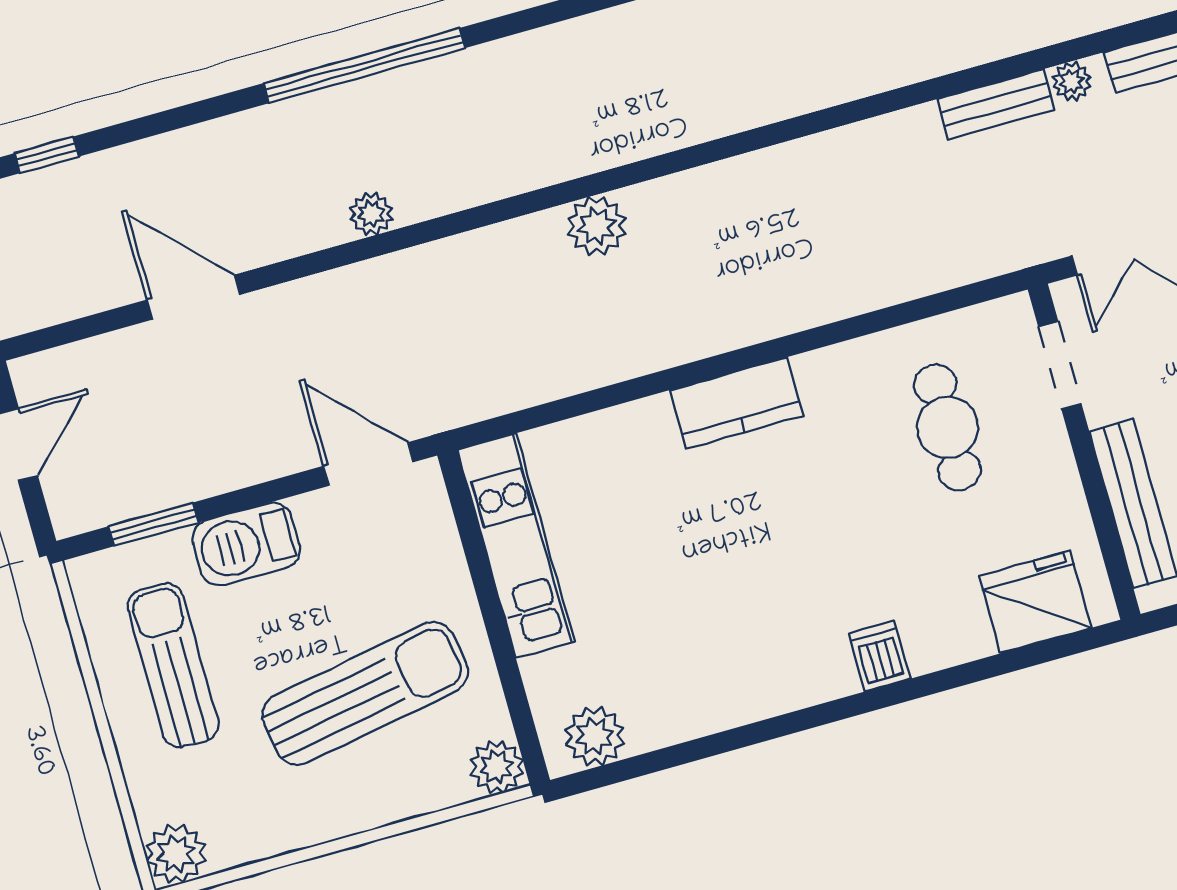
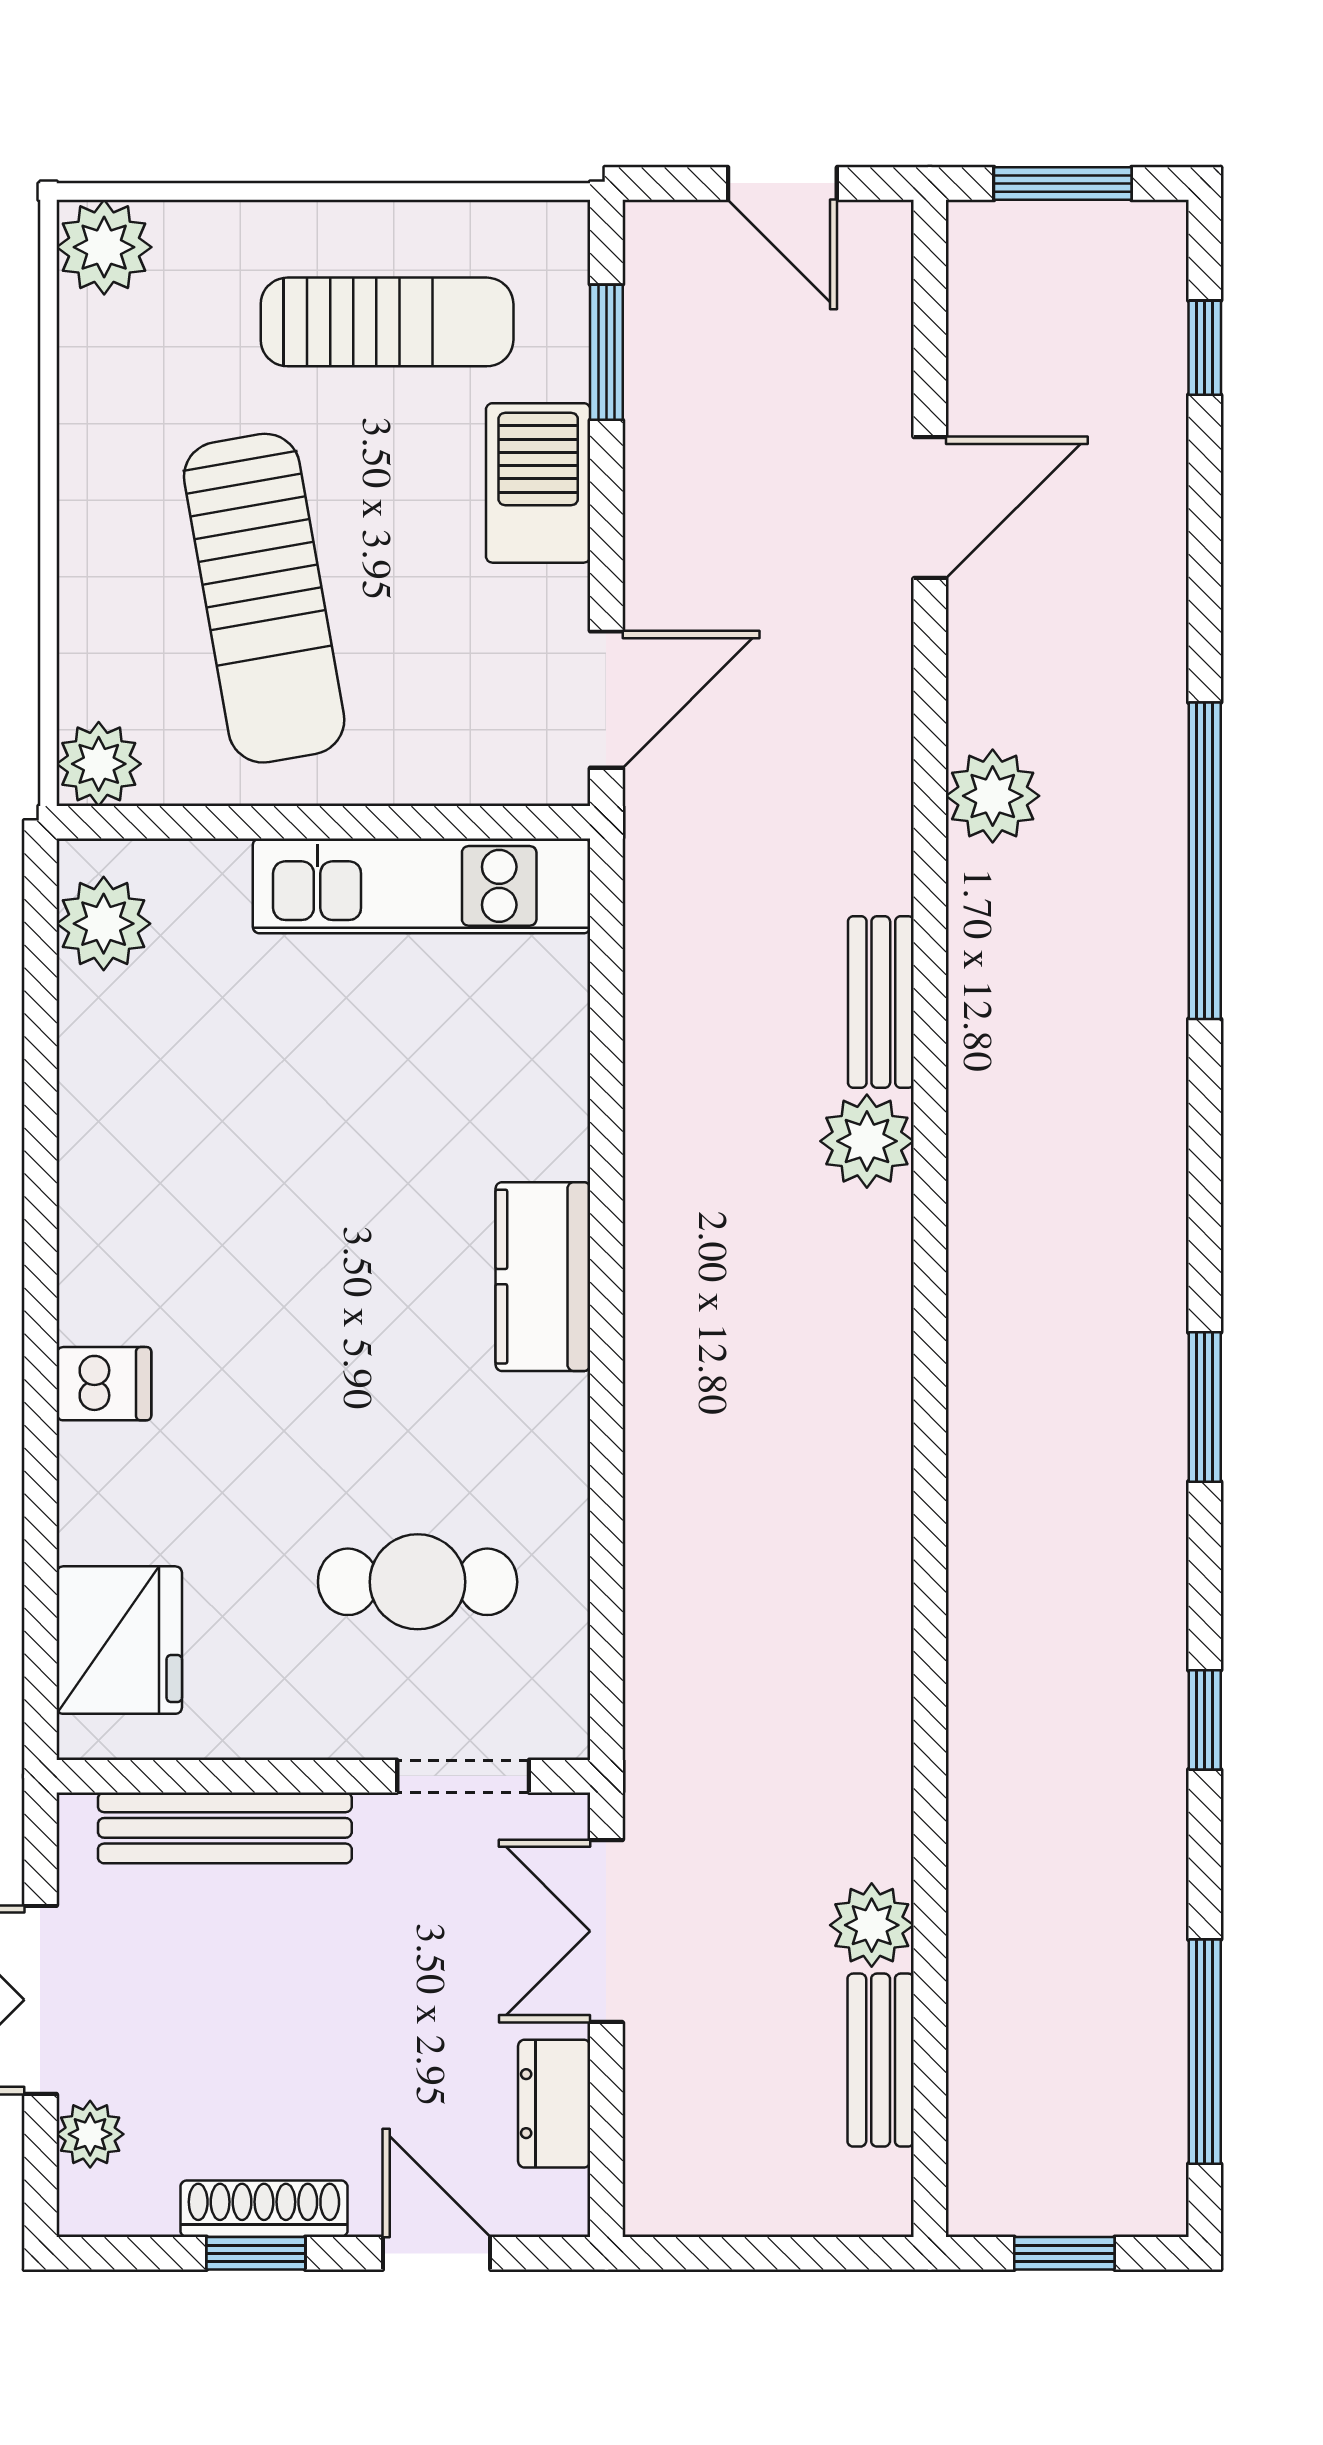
plant: (1072, 81) -> (872, 1925), width x1.38, depth x1.38
bench: (996, 104) -> (881, 1002), moved
plant: (371, 214) -> (993, 796), width x1.38, depth x1.38

